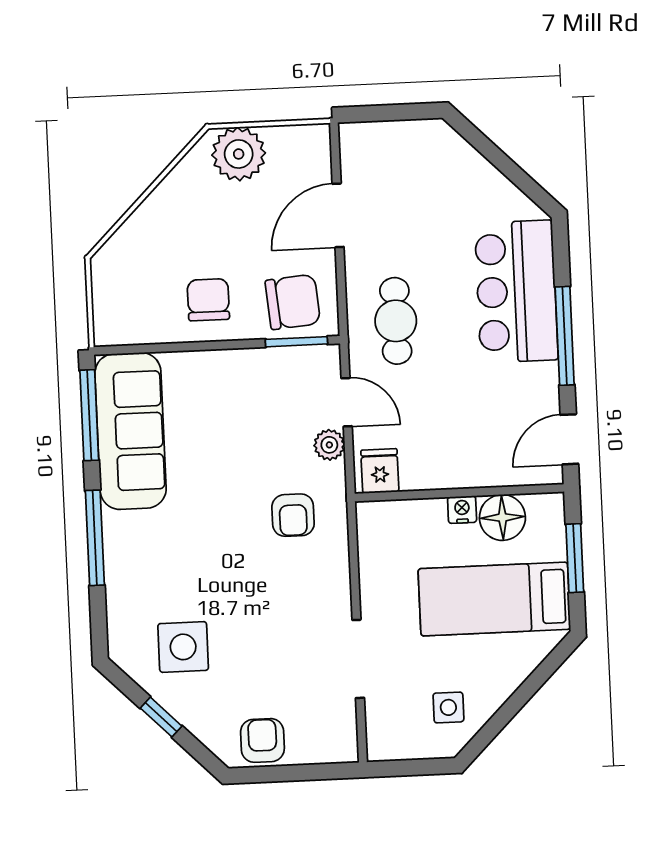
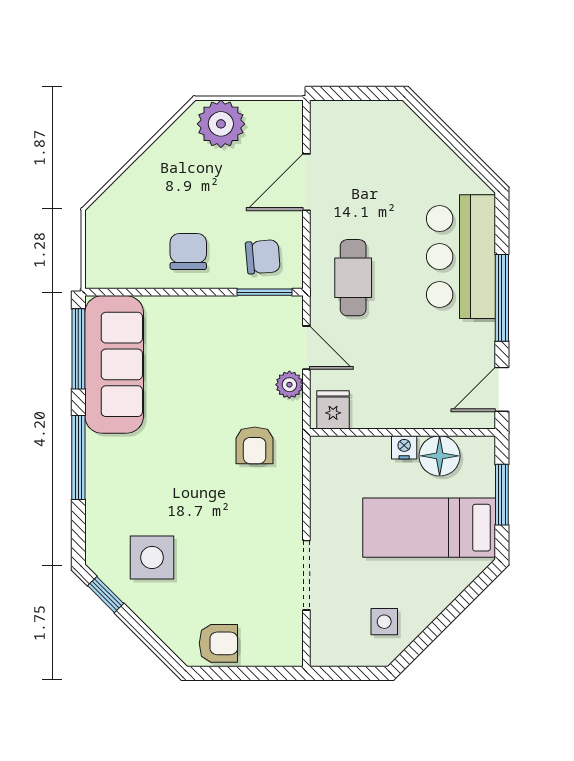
chair: (293, 302) -> (263, 257), width x0.73, depth x0.73
window: (161, 717) -> (106, 595), moved
armchair: (262, 740) -> (218, 643), turned 90

